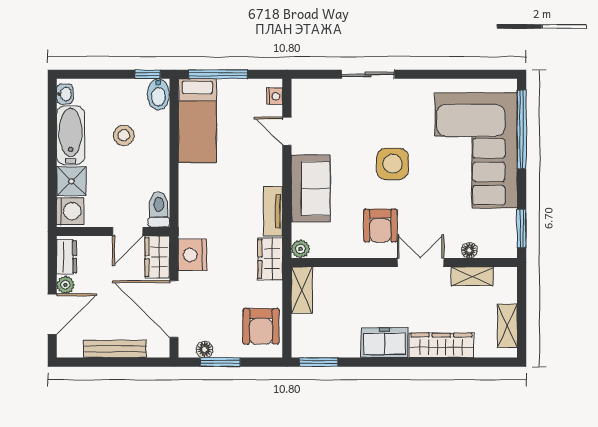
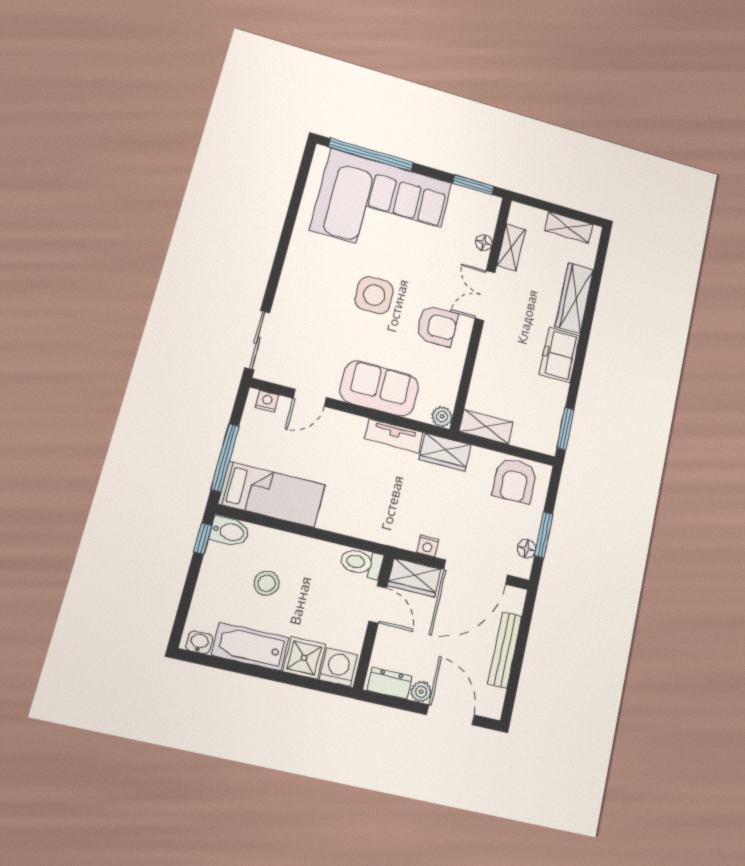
sliding door: (368, 74) -> (257, 340), moved
nightstand: (193, 255) -> (428, 546), width x0.53, depth x0.56
armchair: (261, 326) -> (515, 481), turned 90

